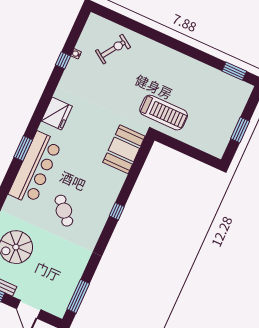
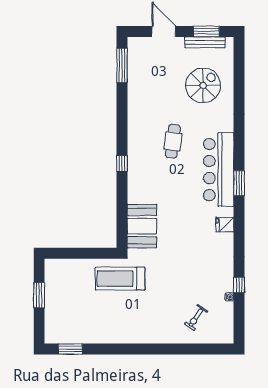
exercise bike: (113, 49) -> (196, 318), width x0.73, depth x0.72
fridge: (57, 114) -> (225, 225), width x0.53, depth x0.75
cafe table: (64, 211) -> (173, 141), turned 49

